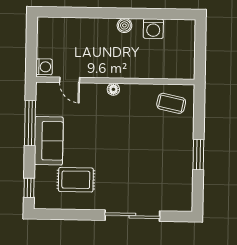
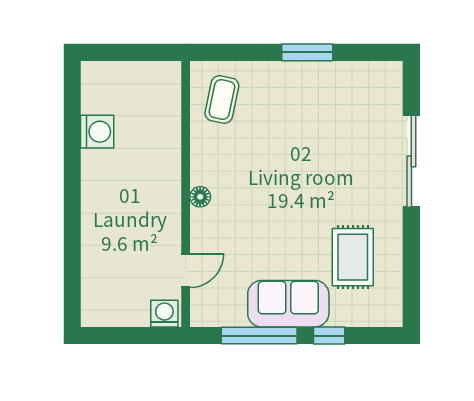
boiler: (124, 25) -> (93, 180), removed
window: (29, 188) -> (329, 336), moved

